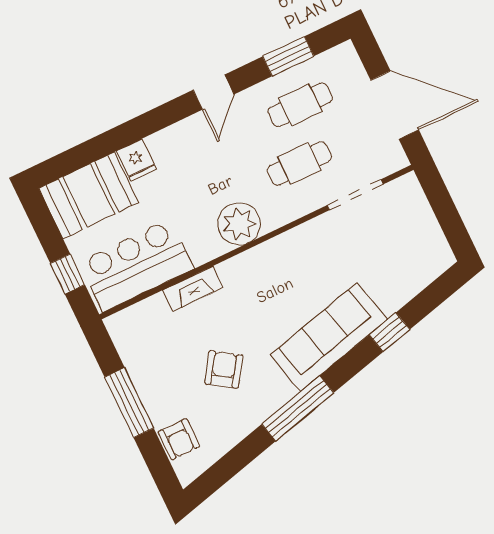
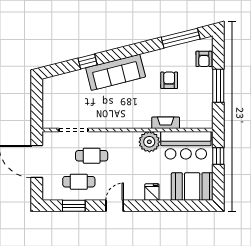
fridge: (136, 160) -> (152, 192), moved
plant: (239, 224) -> (149, 142), moved
armchair: (224, 369) -> (169, 80), turned 146
window: (298, 408) -> (181, 38), moved
armchair: (179, 439) -> (204, 59), turned 180

